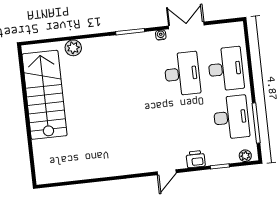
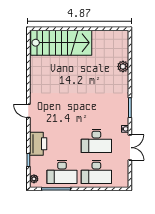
stairs: (45, 95) -> (61, 43), moved
printer: (196, 159) -> (38, 144), width x1.87, depth x1.48
door: (167, 172) -> (28, 111), moved

